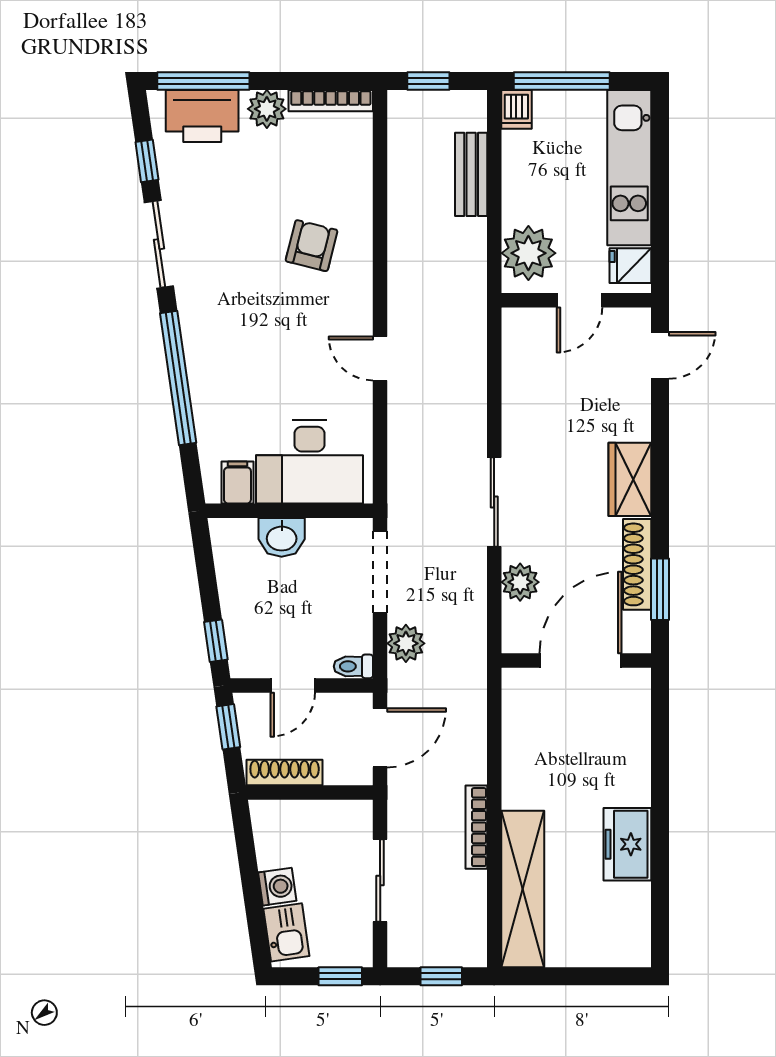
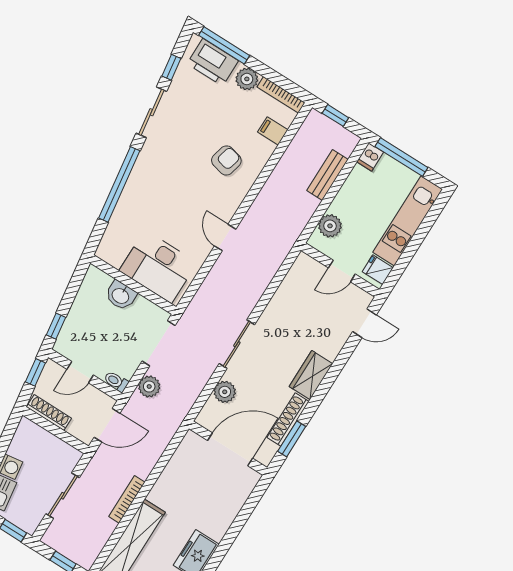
plant: (528, 253) -> (330, 226), width x0.73, depth x0.73
filing cabinet: (237, 482) -> (273, 131), moved, turned -90

